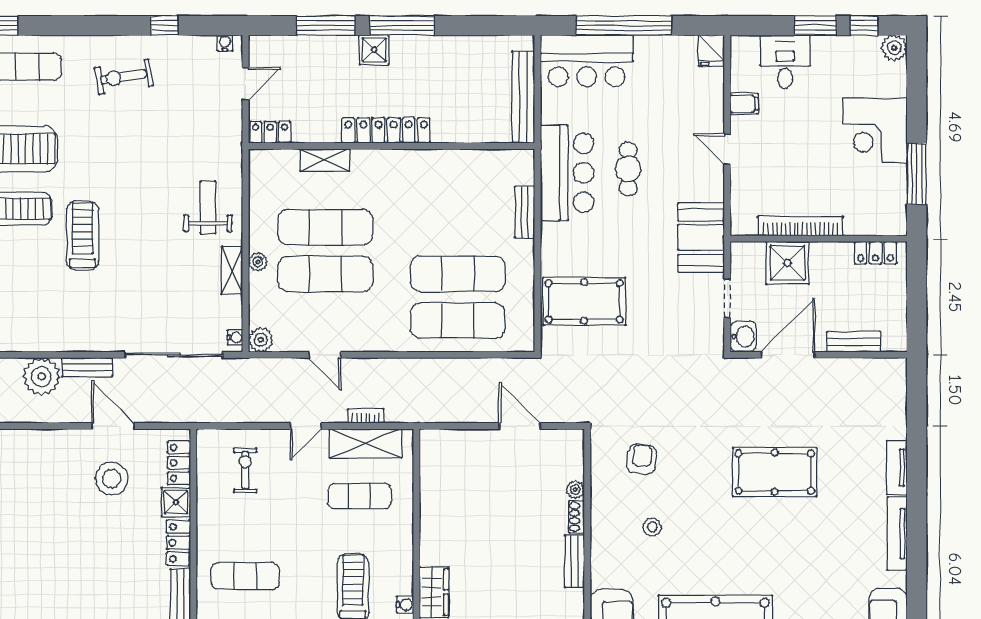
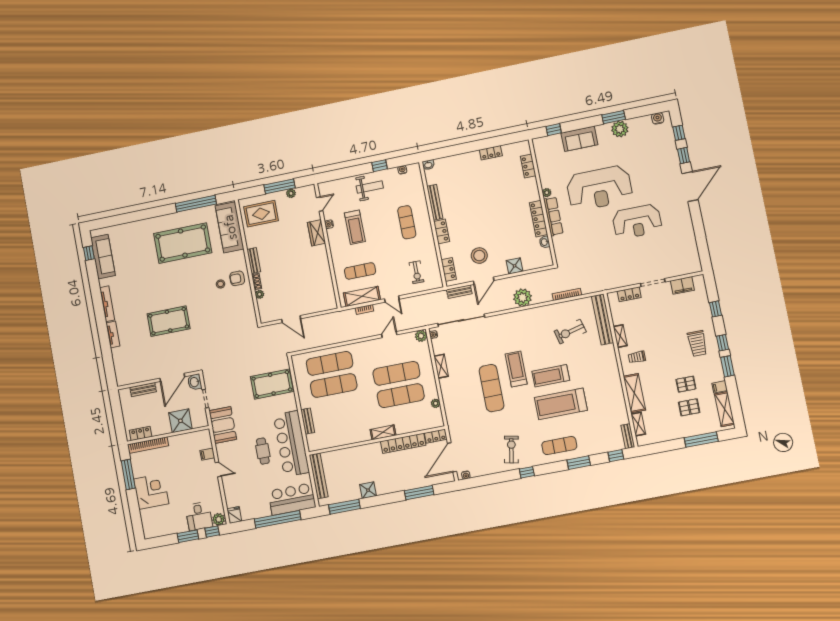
window: (164, 26) -> (527, 472), moved
window: (402, 26) -> (344, 507), moved
window: (864, 26) -> (212, 532), moved
plant: (894, 48) -> (219, 519), moved
shower: (374, 50) -> (368, 490), moved
exercise bike: (124, 77) -> (511, 449), turned -70
door: (246, 83) -> (452, 457), width x1.88
filing cabinet: (744, 104) -> (207, 454), moved
locker: (386, 130) -> (403, 443), moved
shelving: (325, 160) -> (383, 432), moved
bar counter: (567, 173) -> (291, 444), width x1.36
exercise mat: (139, 207) -> (492, 388), added
weight bench: (208, 207) -> (459, 394), removed
bookcase: (800, 226) -> (148, 445), moved
treadmill: (83, 236) -> (516, 369), turned 180
plant: (258, 262) -> (436, 403), moved
door: (325, 355) -> (389, 335), hinge flipped
bench: (87, 367) -> (459, 292), moved
door: (113, 426) -> (484, 281), hinge flipped
door: (306, 426) -> (392, 299), swing flipped
armchair: (642, 459) -> (237, 278), moved, turned 84
shower: (176, 502) -> (515, 266), moved
exercise mat: (245, 576) -> (407, 222), turned 90

